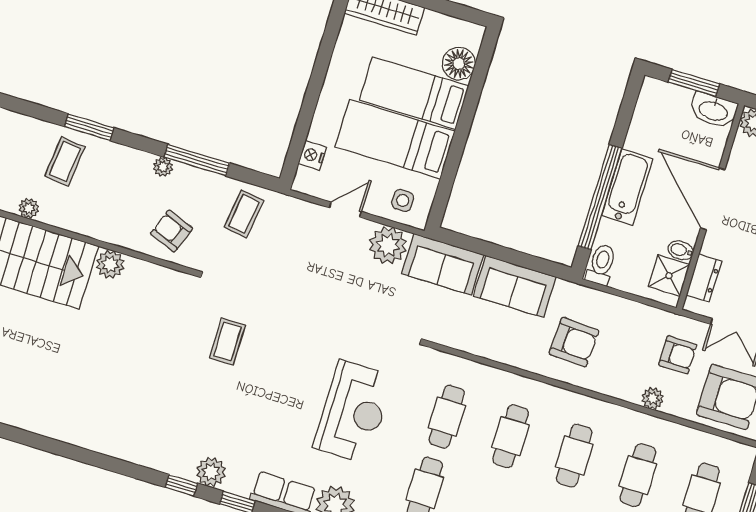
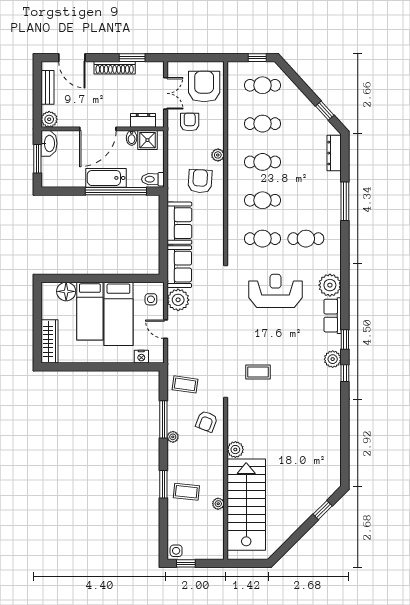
plant: (653, 398) -> (218, 155), moved

